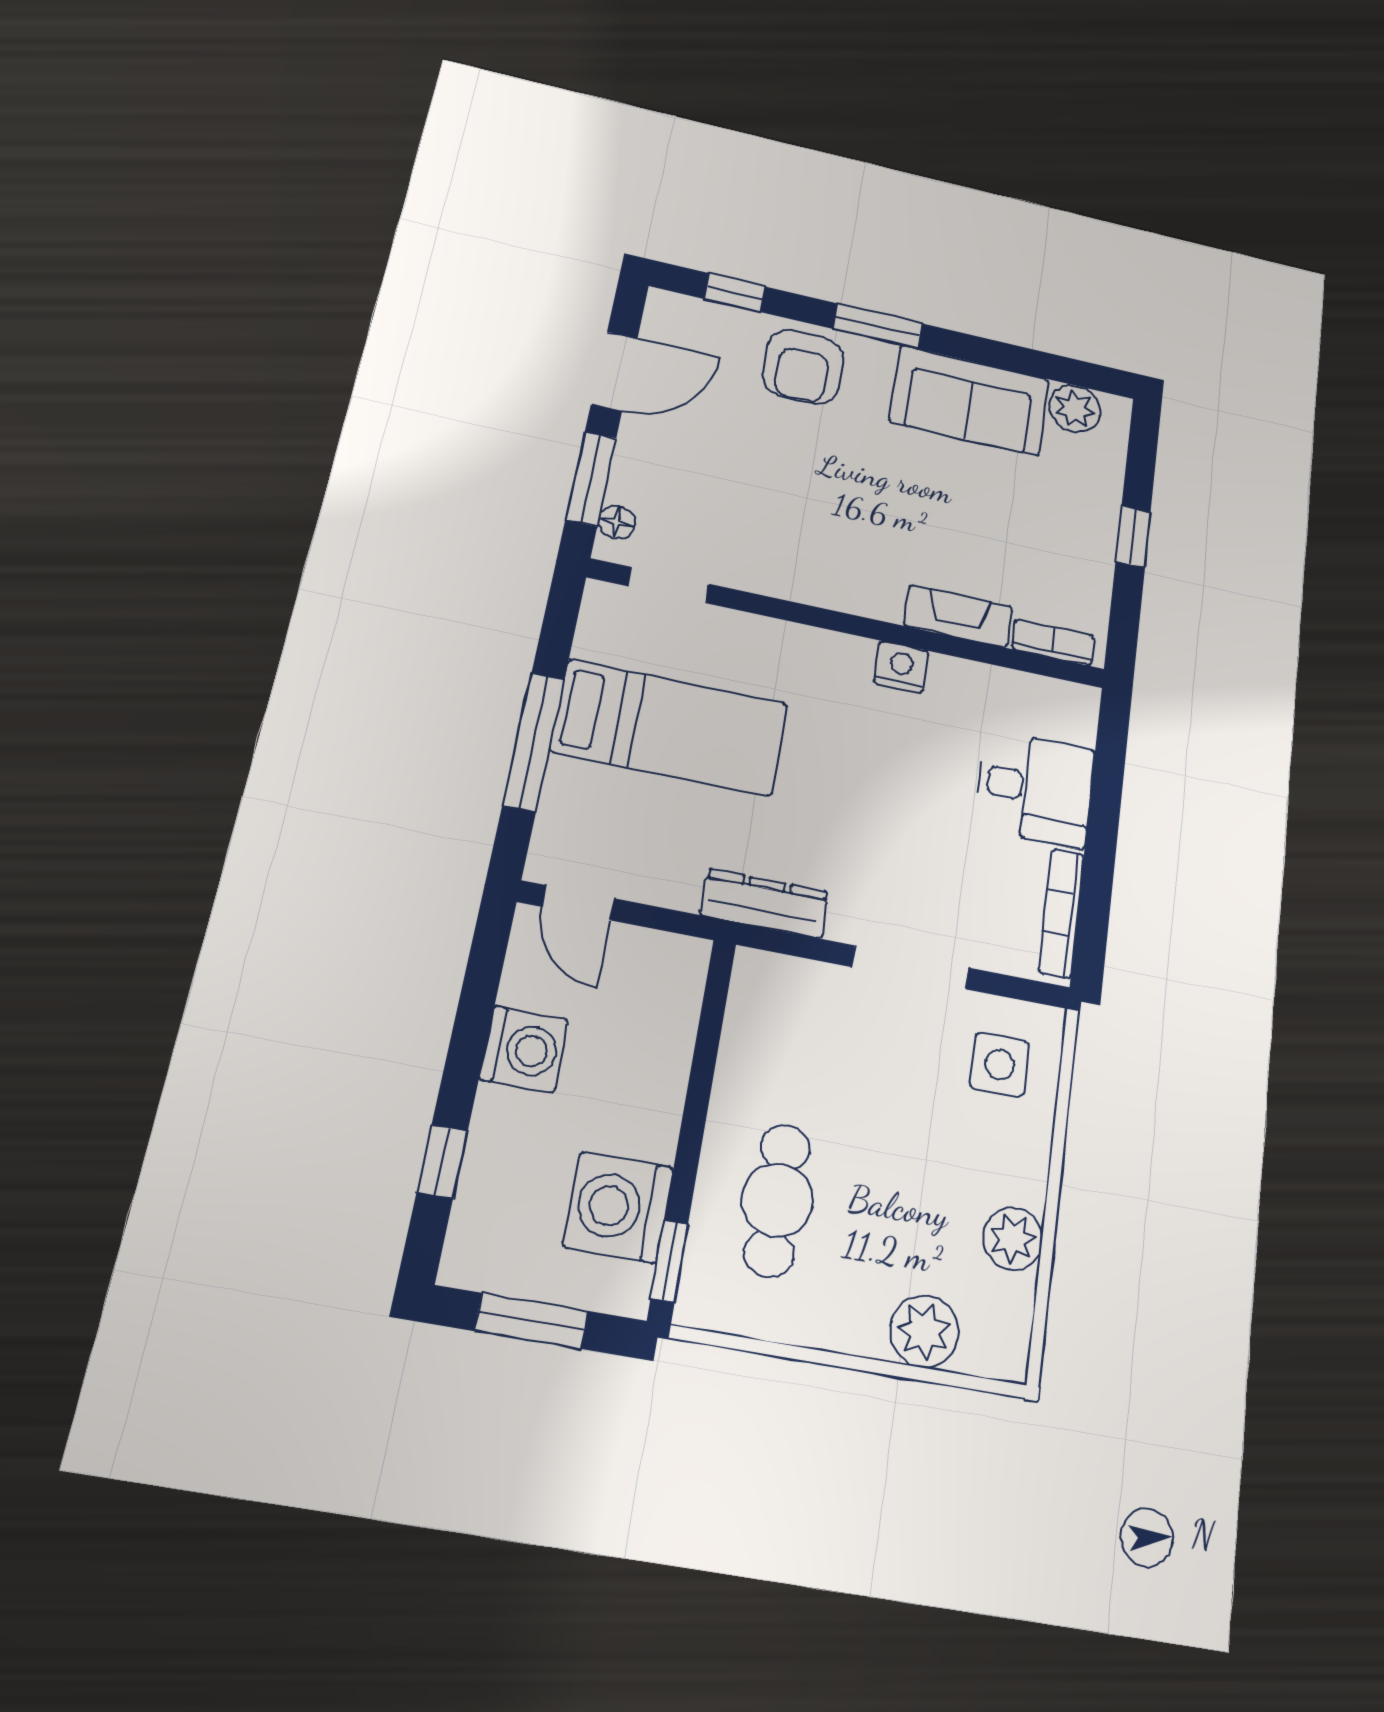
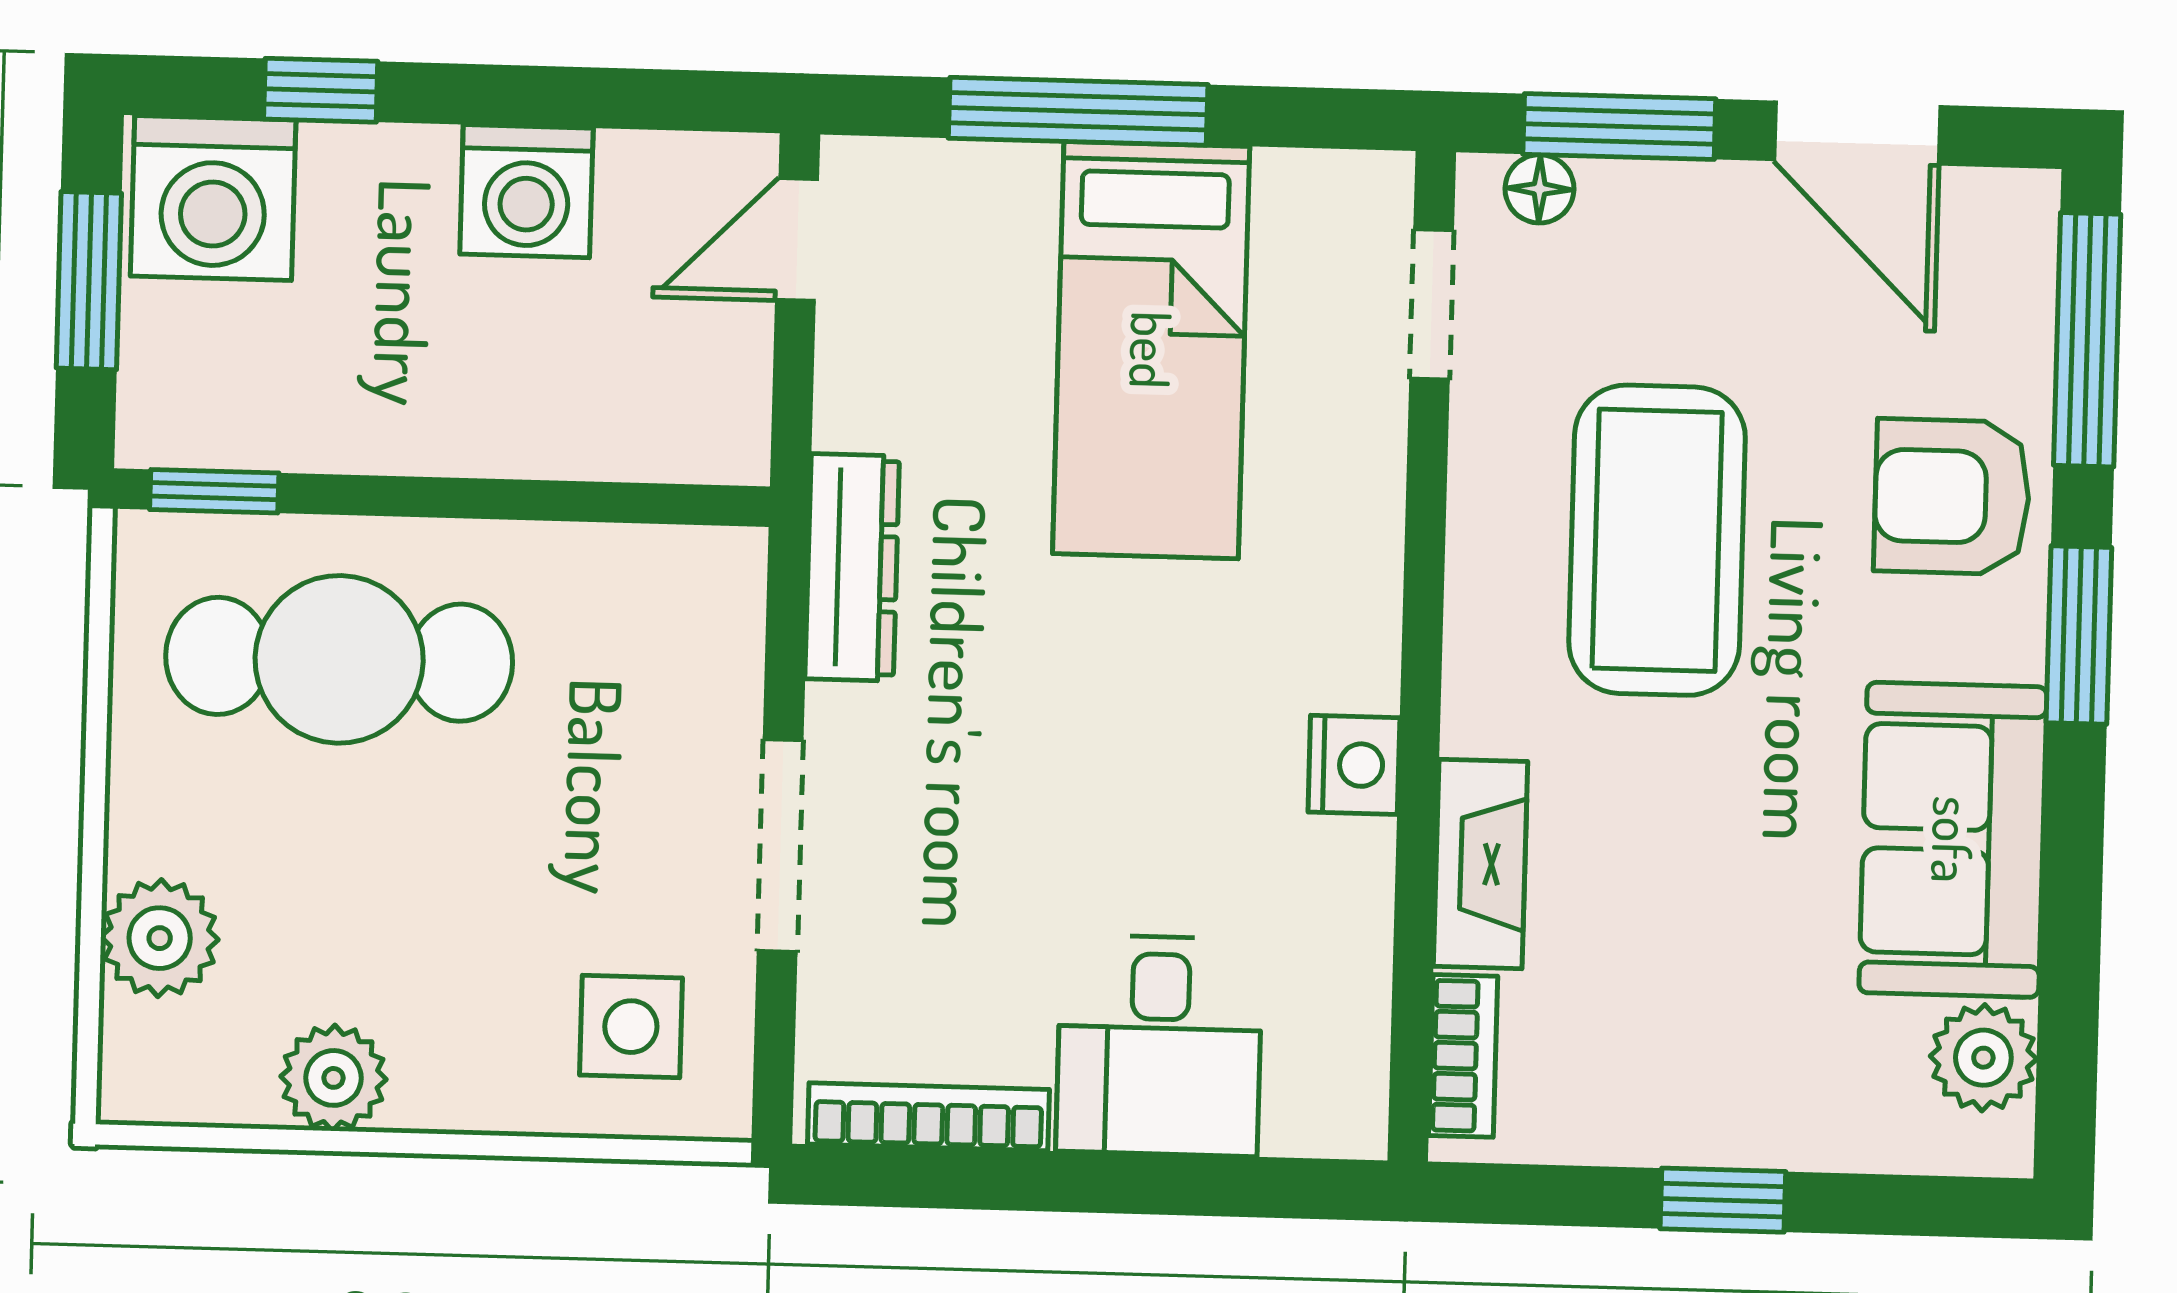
window: (735, 293) -> (2087, 340), width x2.17
coffee table: (806, 503) -> (1657, 540), added
cafe table: (777, 1200) -> (339, 659), width x1.37, depth x1.35
washing machine: (618, 1207) -> (213, 198), moved, turned 180

